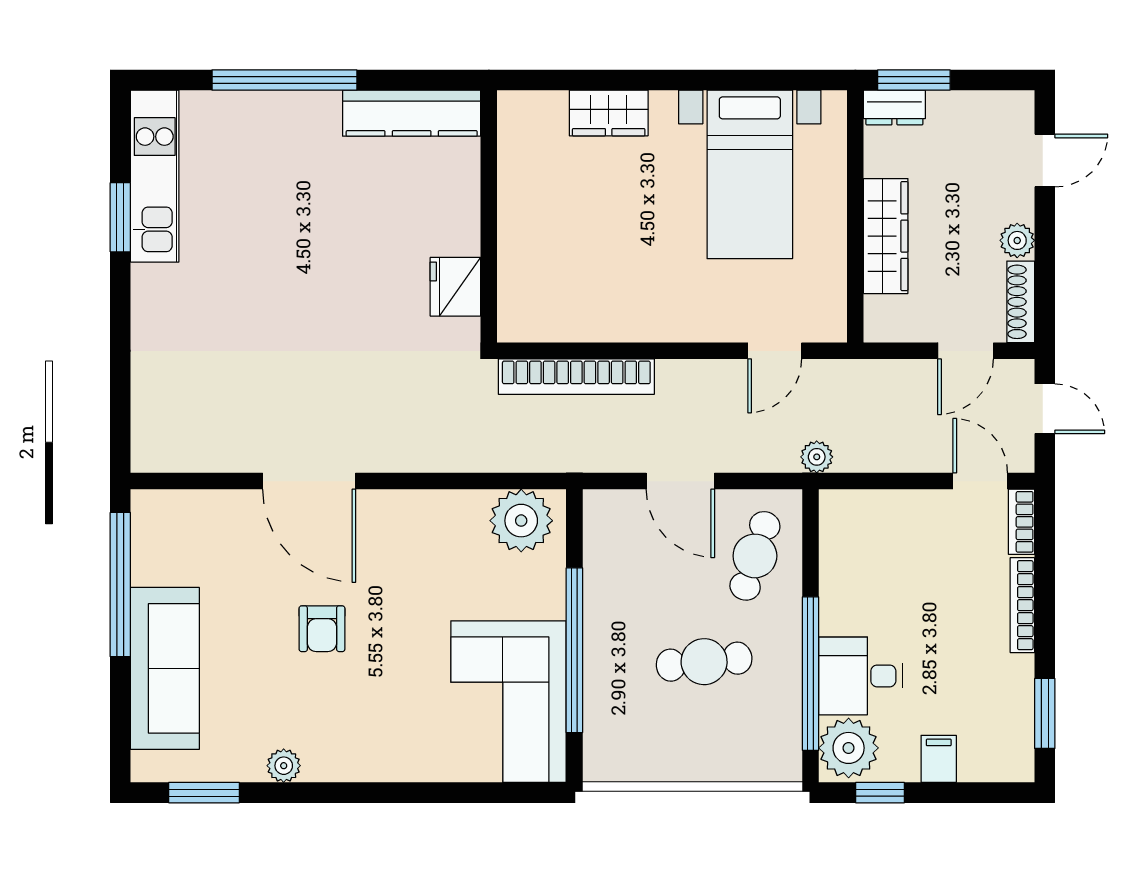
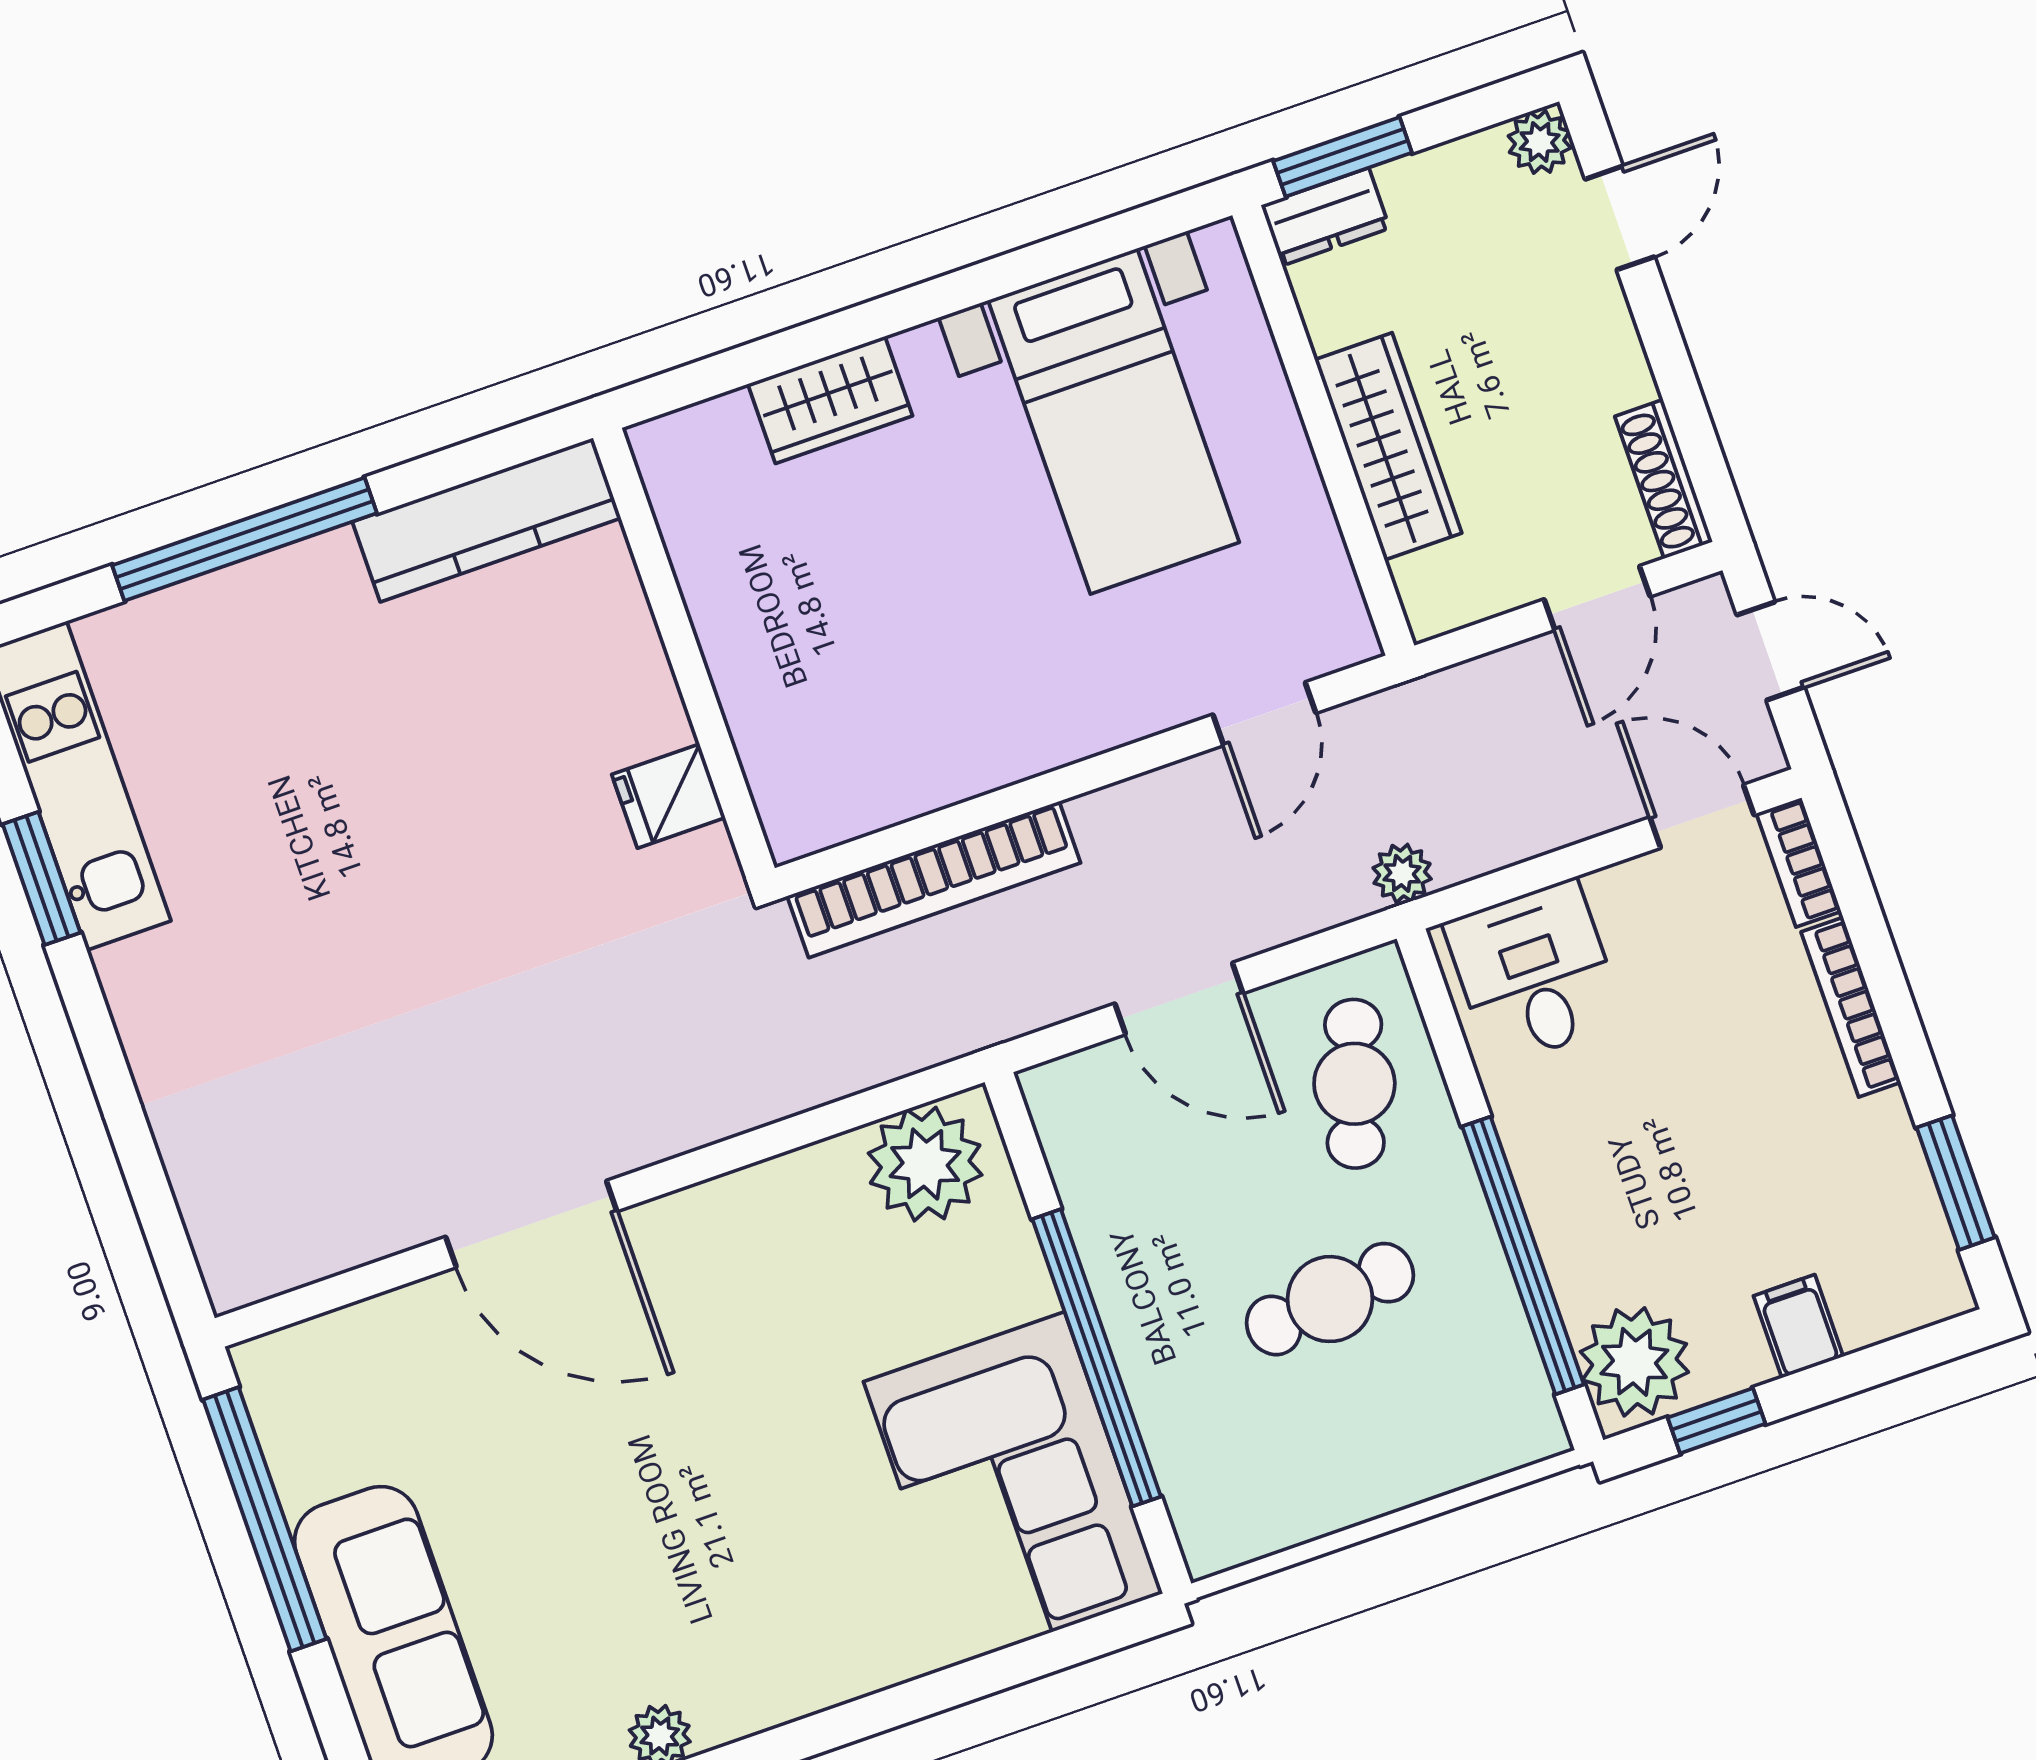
plant: (1017, 240) -> (1540, 142), moved
fridge: (455, 287) -> (668, 796), width x0.72
armchair: (322, 629) -> (643, 1474), removed
desk: (861, 676) -> (1534, 973), moved, turned 90

